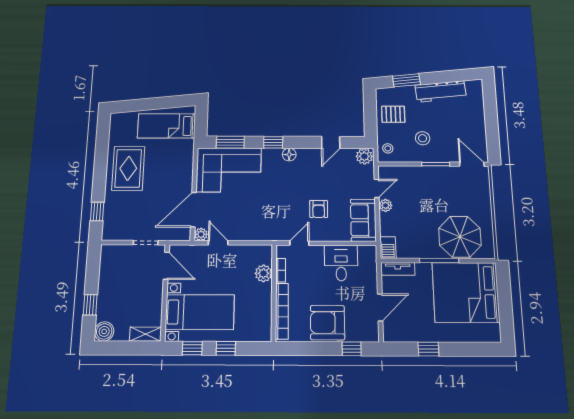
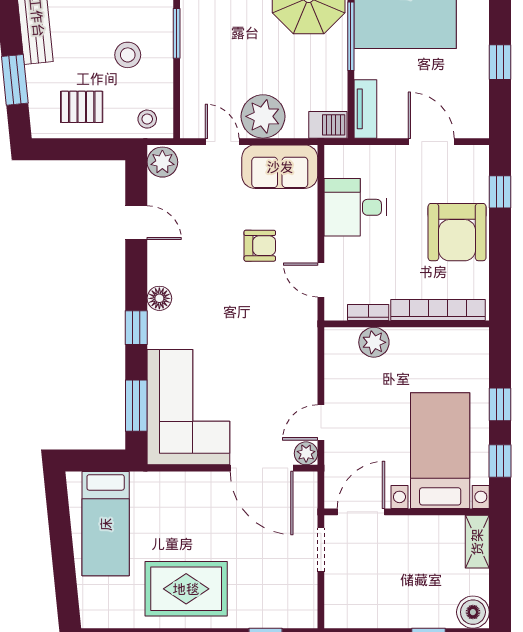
pallet: (393, 114) -> (82, 107), turned 90
plant: (385, 205) -> (263, 116), width x1.88, depth x1.88

